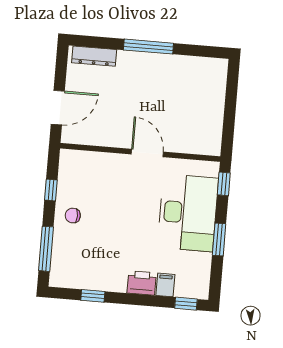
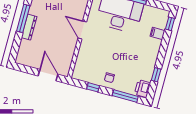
dresser: (94, 56) -> (29, 27), moved
door: (147, 153) -> (82, 30), hinge flipped
printer: (142, 283) -> (142, 89), moved

